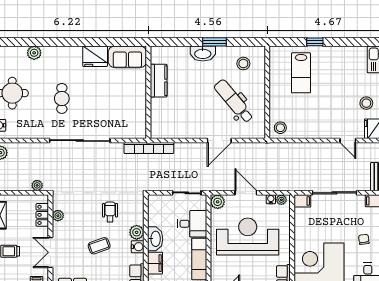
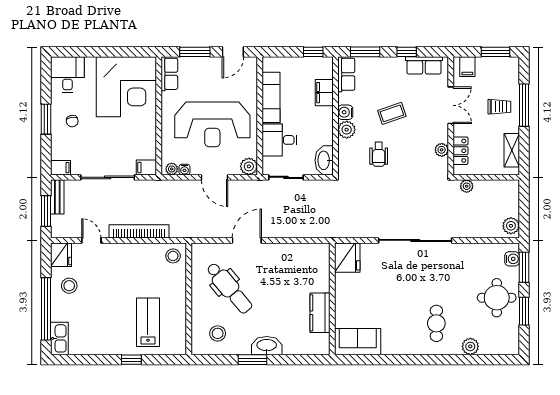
fridge: (95, 56) -> (347, 258), moved, turned 90
cafe table: (62, 98) -> (436, 323), moved
bookcase: (149, 148) -> (139, 231), moved
washbasin: (155, 239) -> (324, 160), moved

